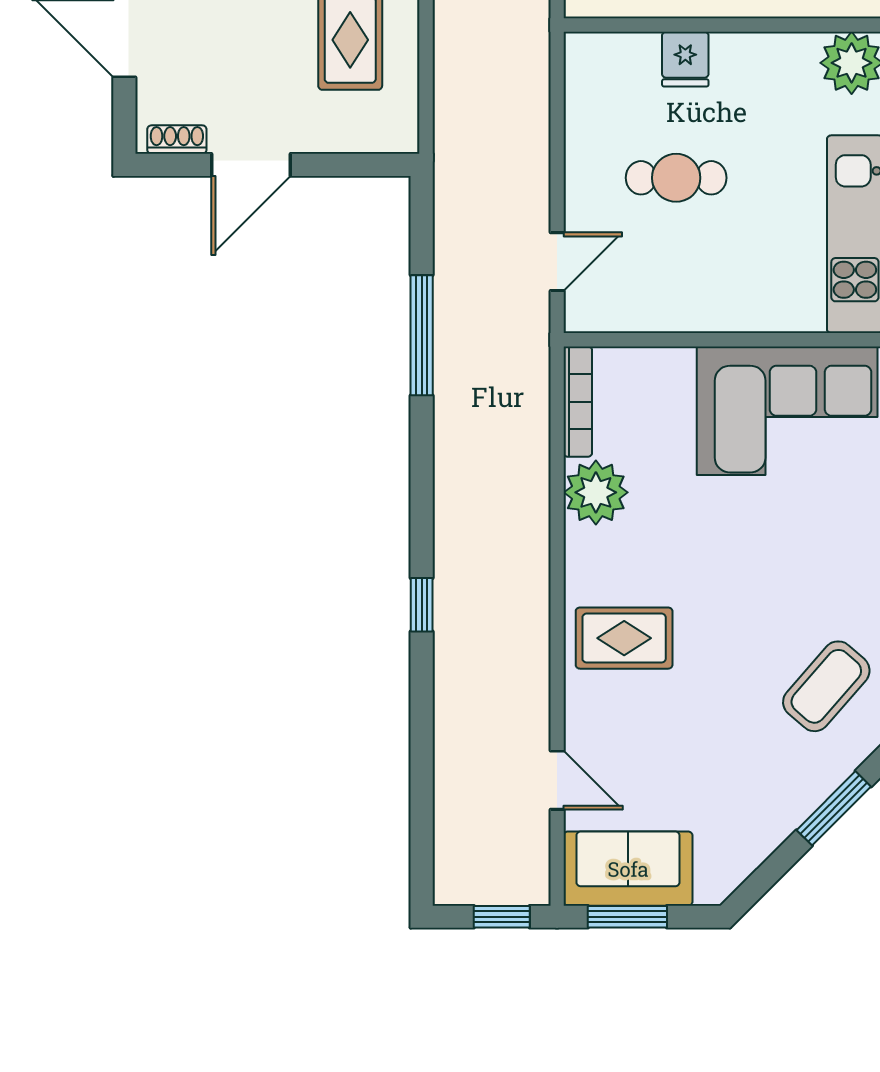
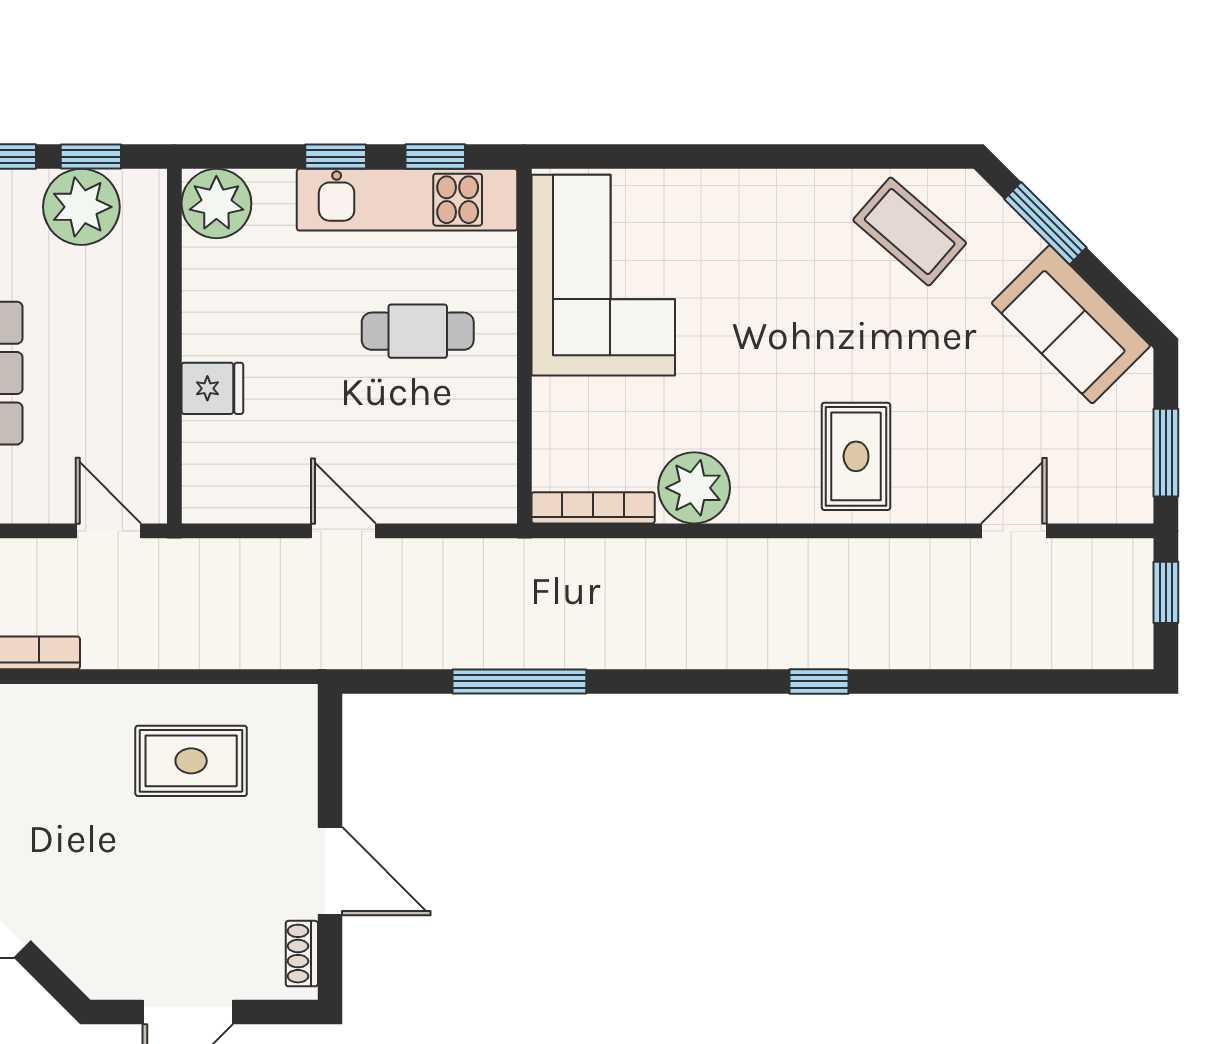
cafe table: (676, 178) -> (418, 331), moved, turned 90
door: (557, 262) -> (343, 531), moved
sofa: (628, 869) -> (1071, 324), moved, turned -45

